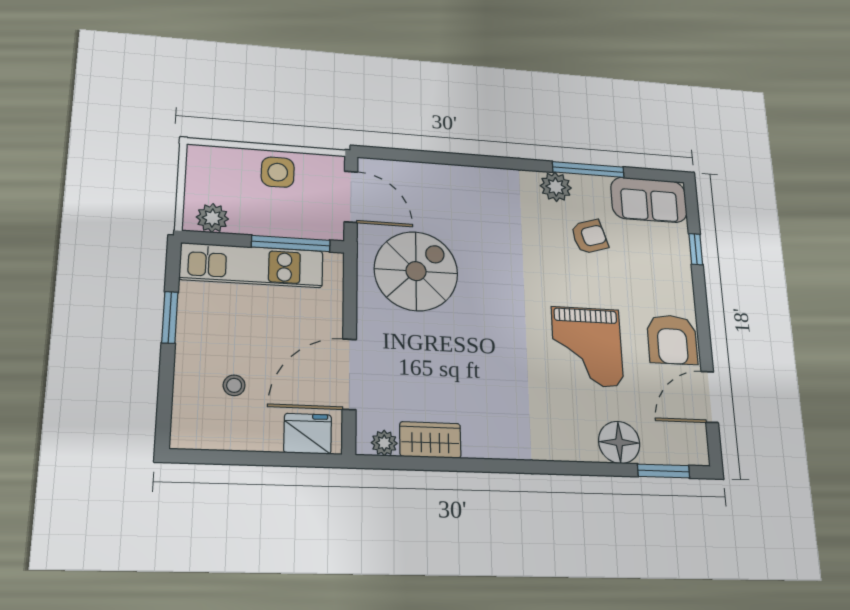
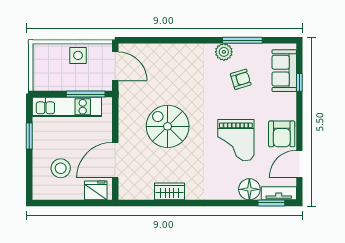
sofa: (649, 200) -> (284, 71), moved, turned 90
plant: (212, 218) -> (47, 83), removed
spiral stairs: (416, 271) -> (168, 126), moved, turned -90
stool: (234, 385) -> (61, 168), width x1.89, depth x1.89
wardrobe: (430, 440) -> (169, 191), moved
plant: (384, 443) -> (132, 194), removed
tv unit: (676, 452) -> (279, 193), added

